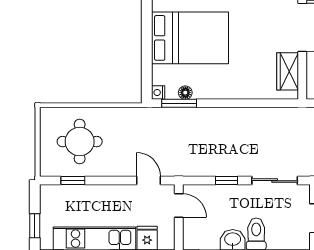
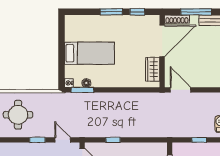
bed: (190, 38) -> (89, 53), width x0.67
window: (73, 181) -> (37, 140), moved
sliding door: (275, 181) -> (144, 140), removed

